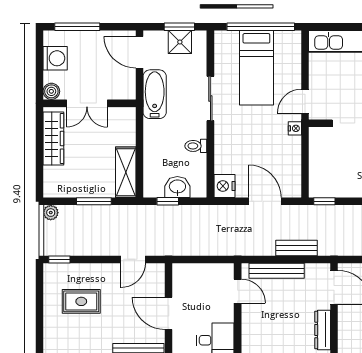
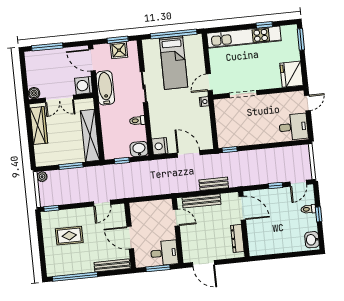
washing machine: (55, 58) -> (84, 85), moved, turned 180
shelving: (126, 172) -> (90, 136), width x1.47
washbasin: (177, 187) -> (139, 149), moved

